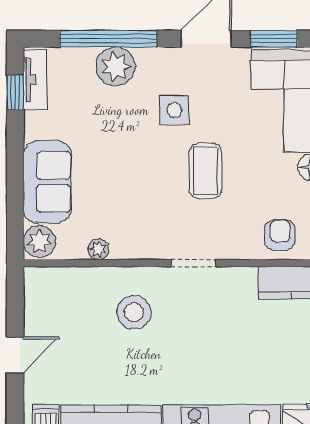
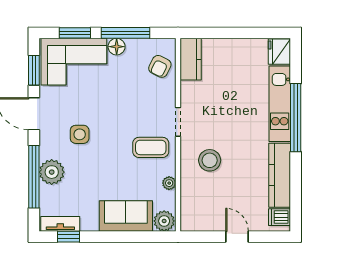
coffee table: (206, 171) -> (151, 147), moved
armchair: (280, 235) -> (160, 66), turned -64

